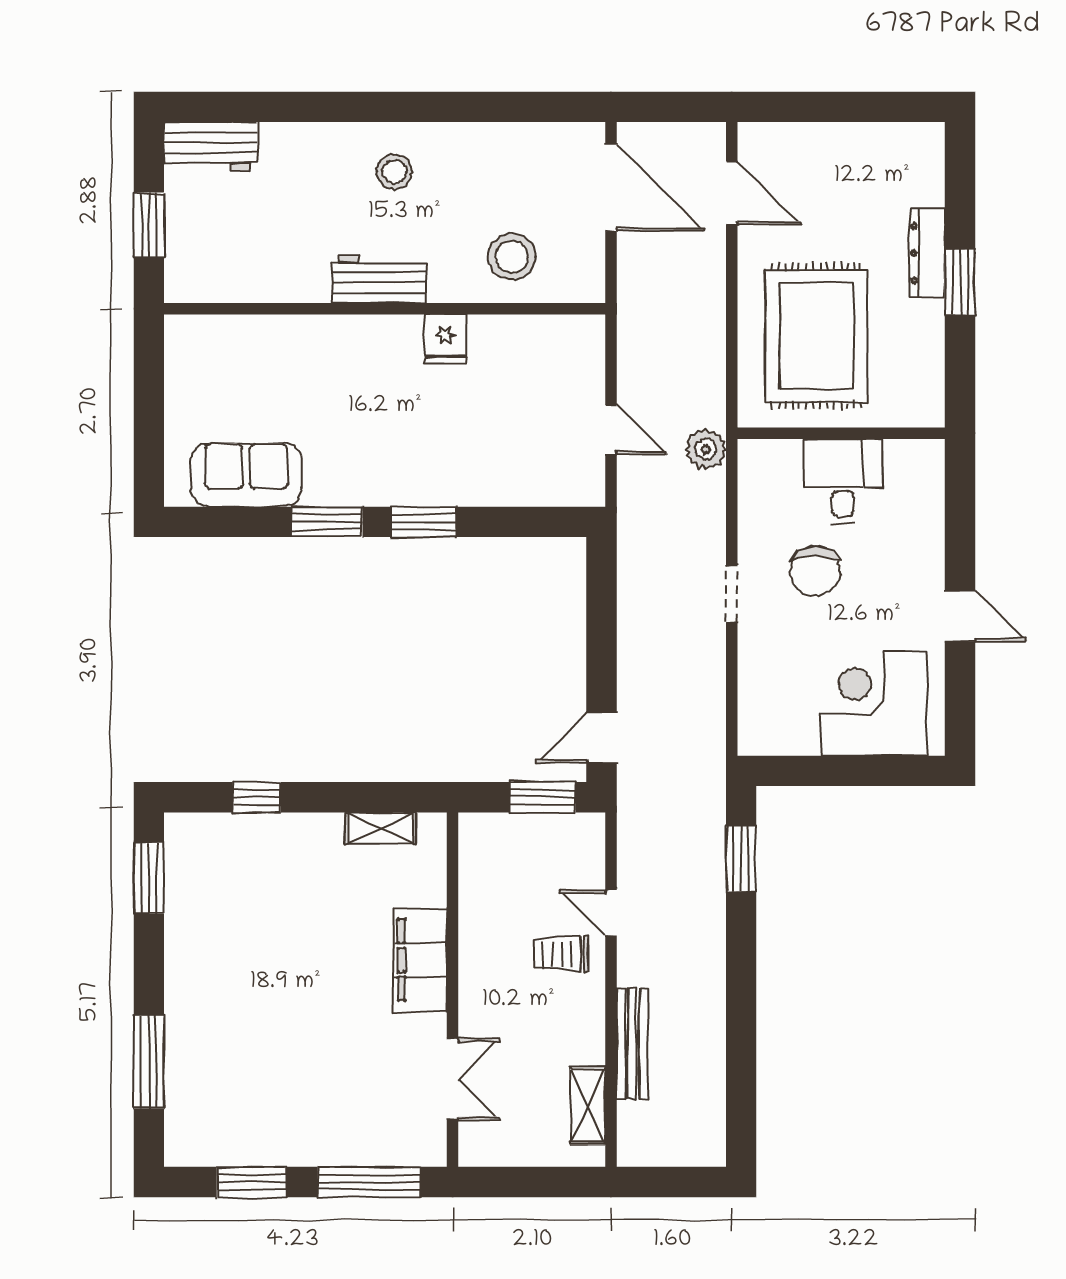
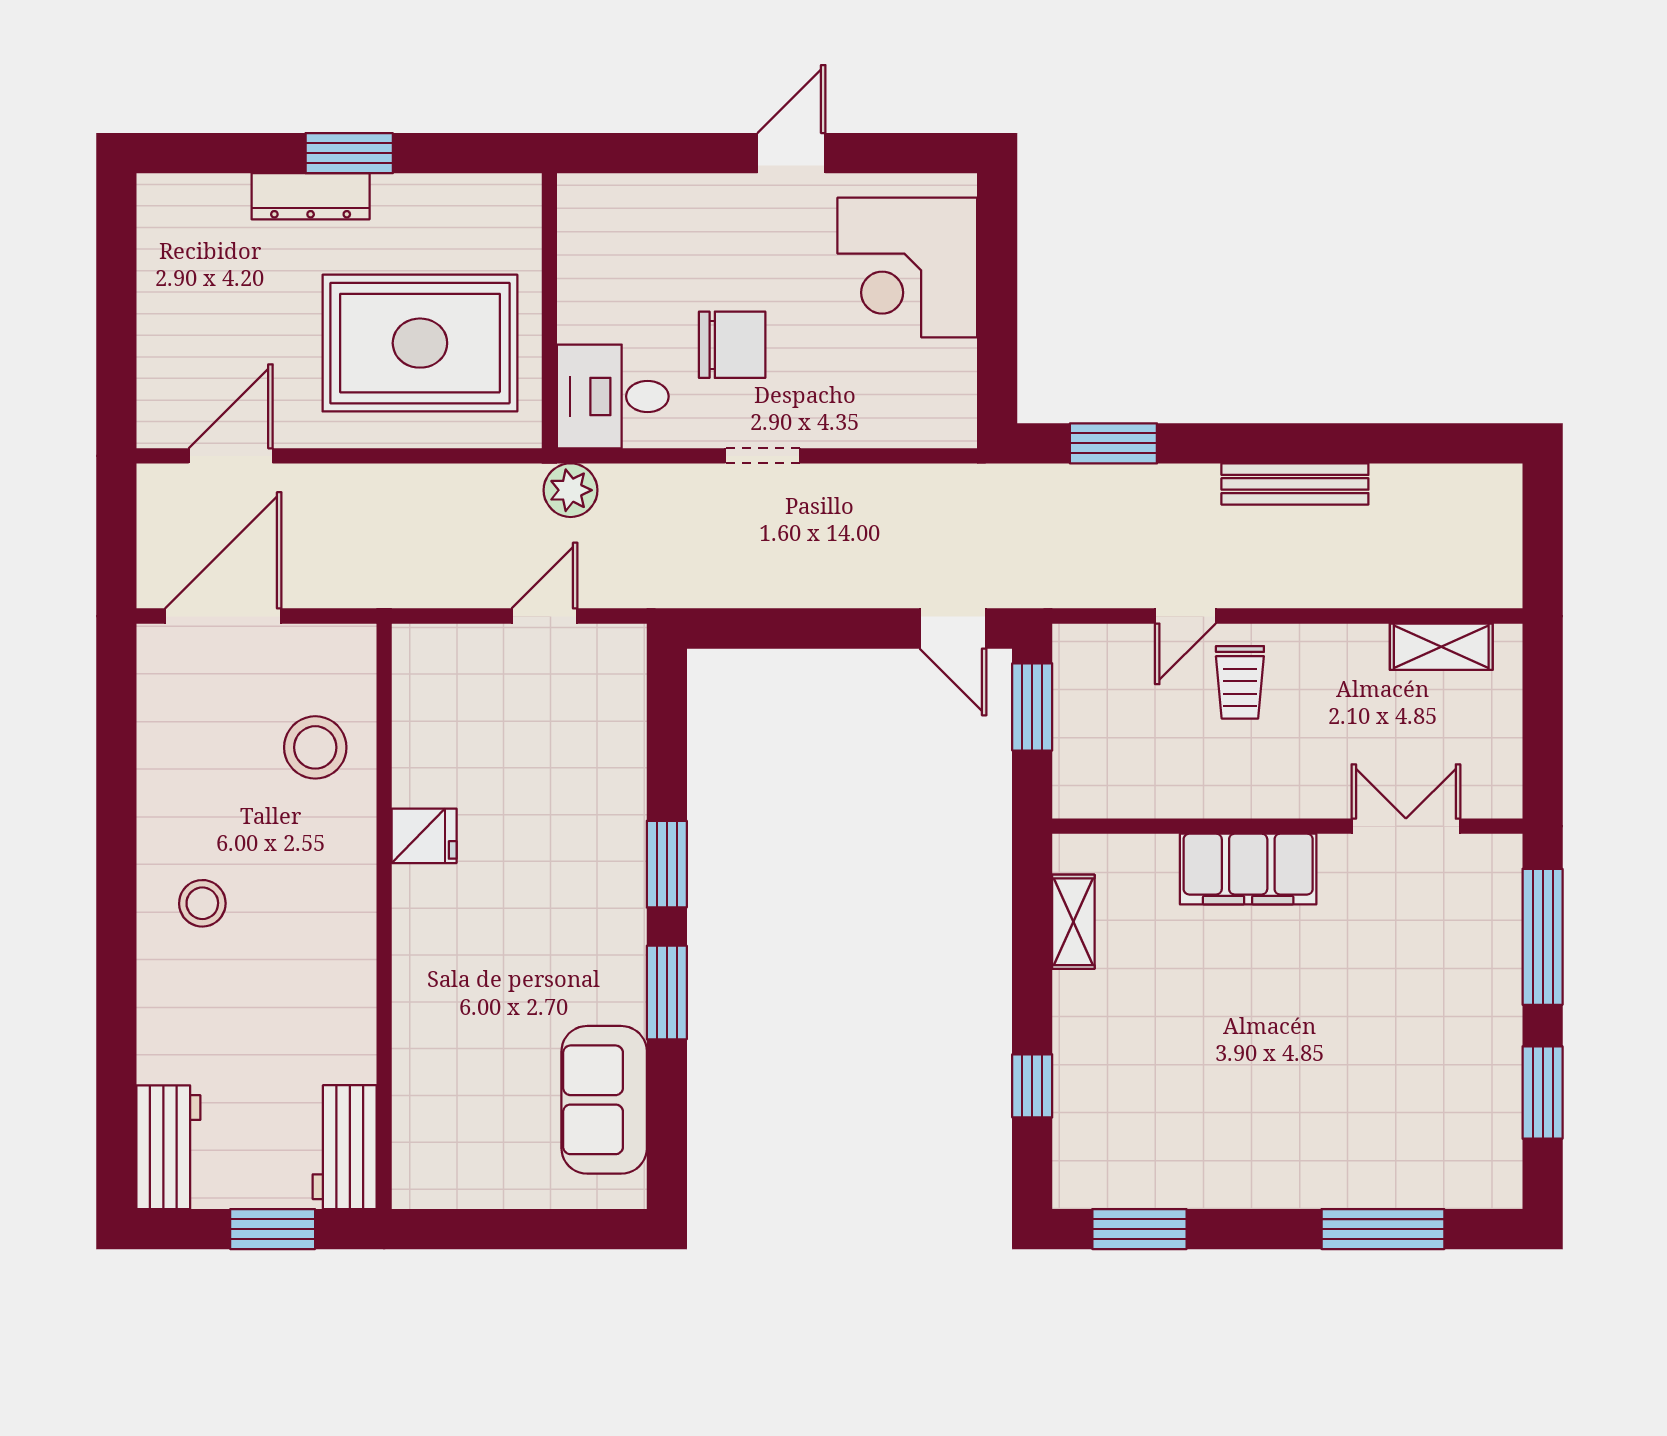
workbench: (379, 279) -> (345, 1147), moved
desk: (843, 481) -> (613, 396), moved
bench: (632, 1044) -> (1295, 484), moved

